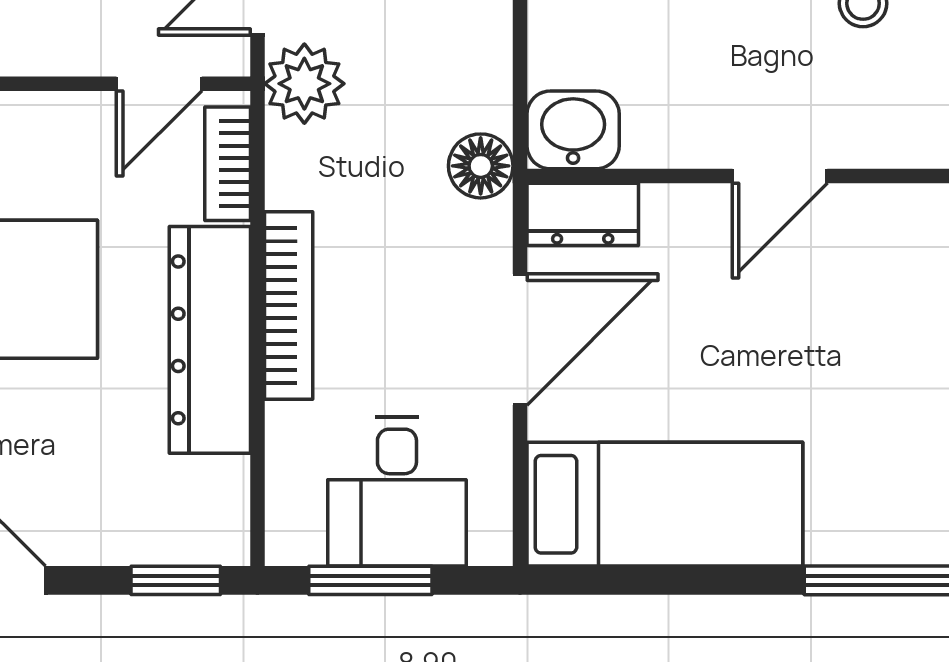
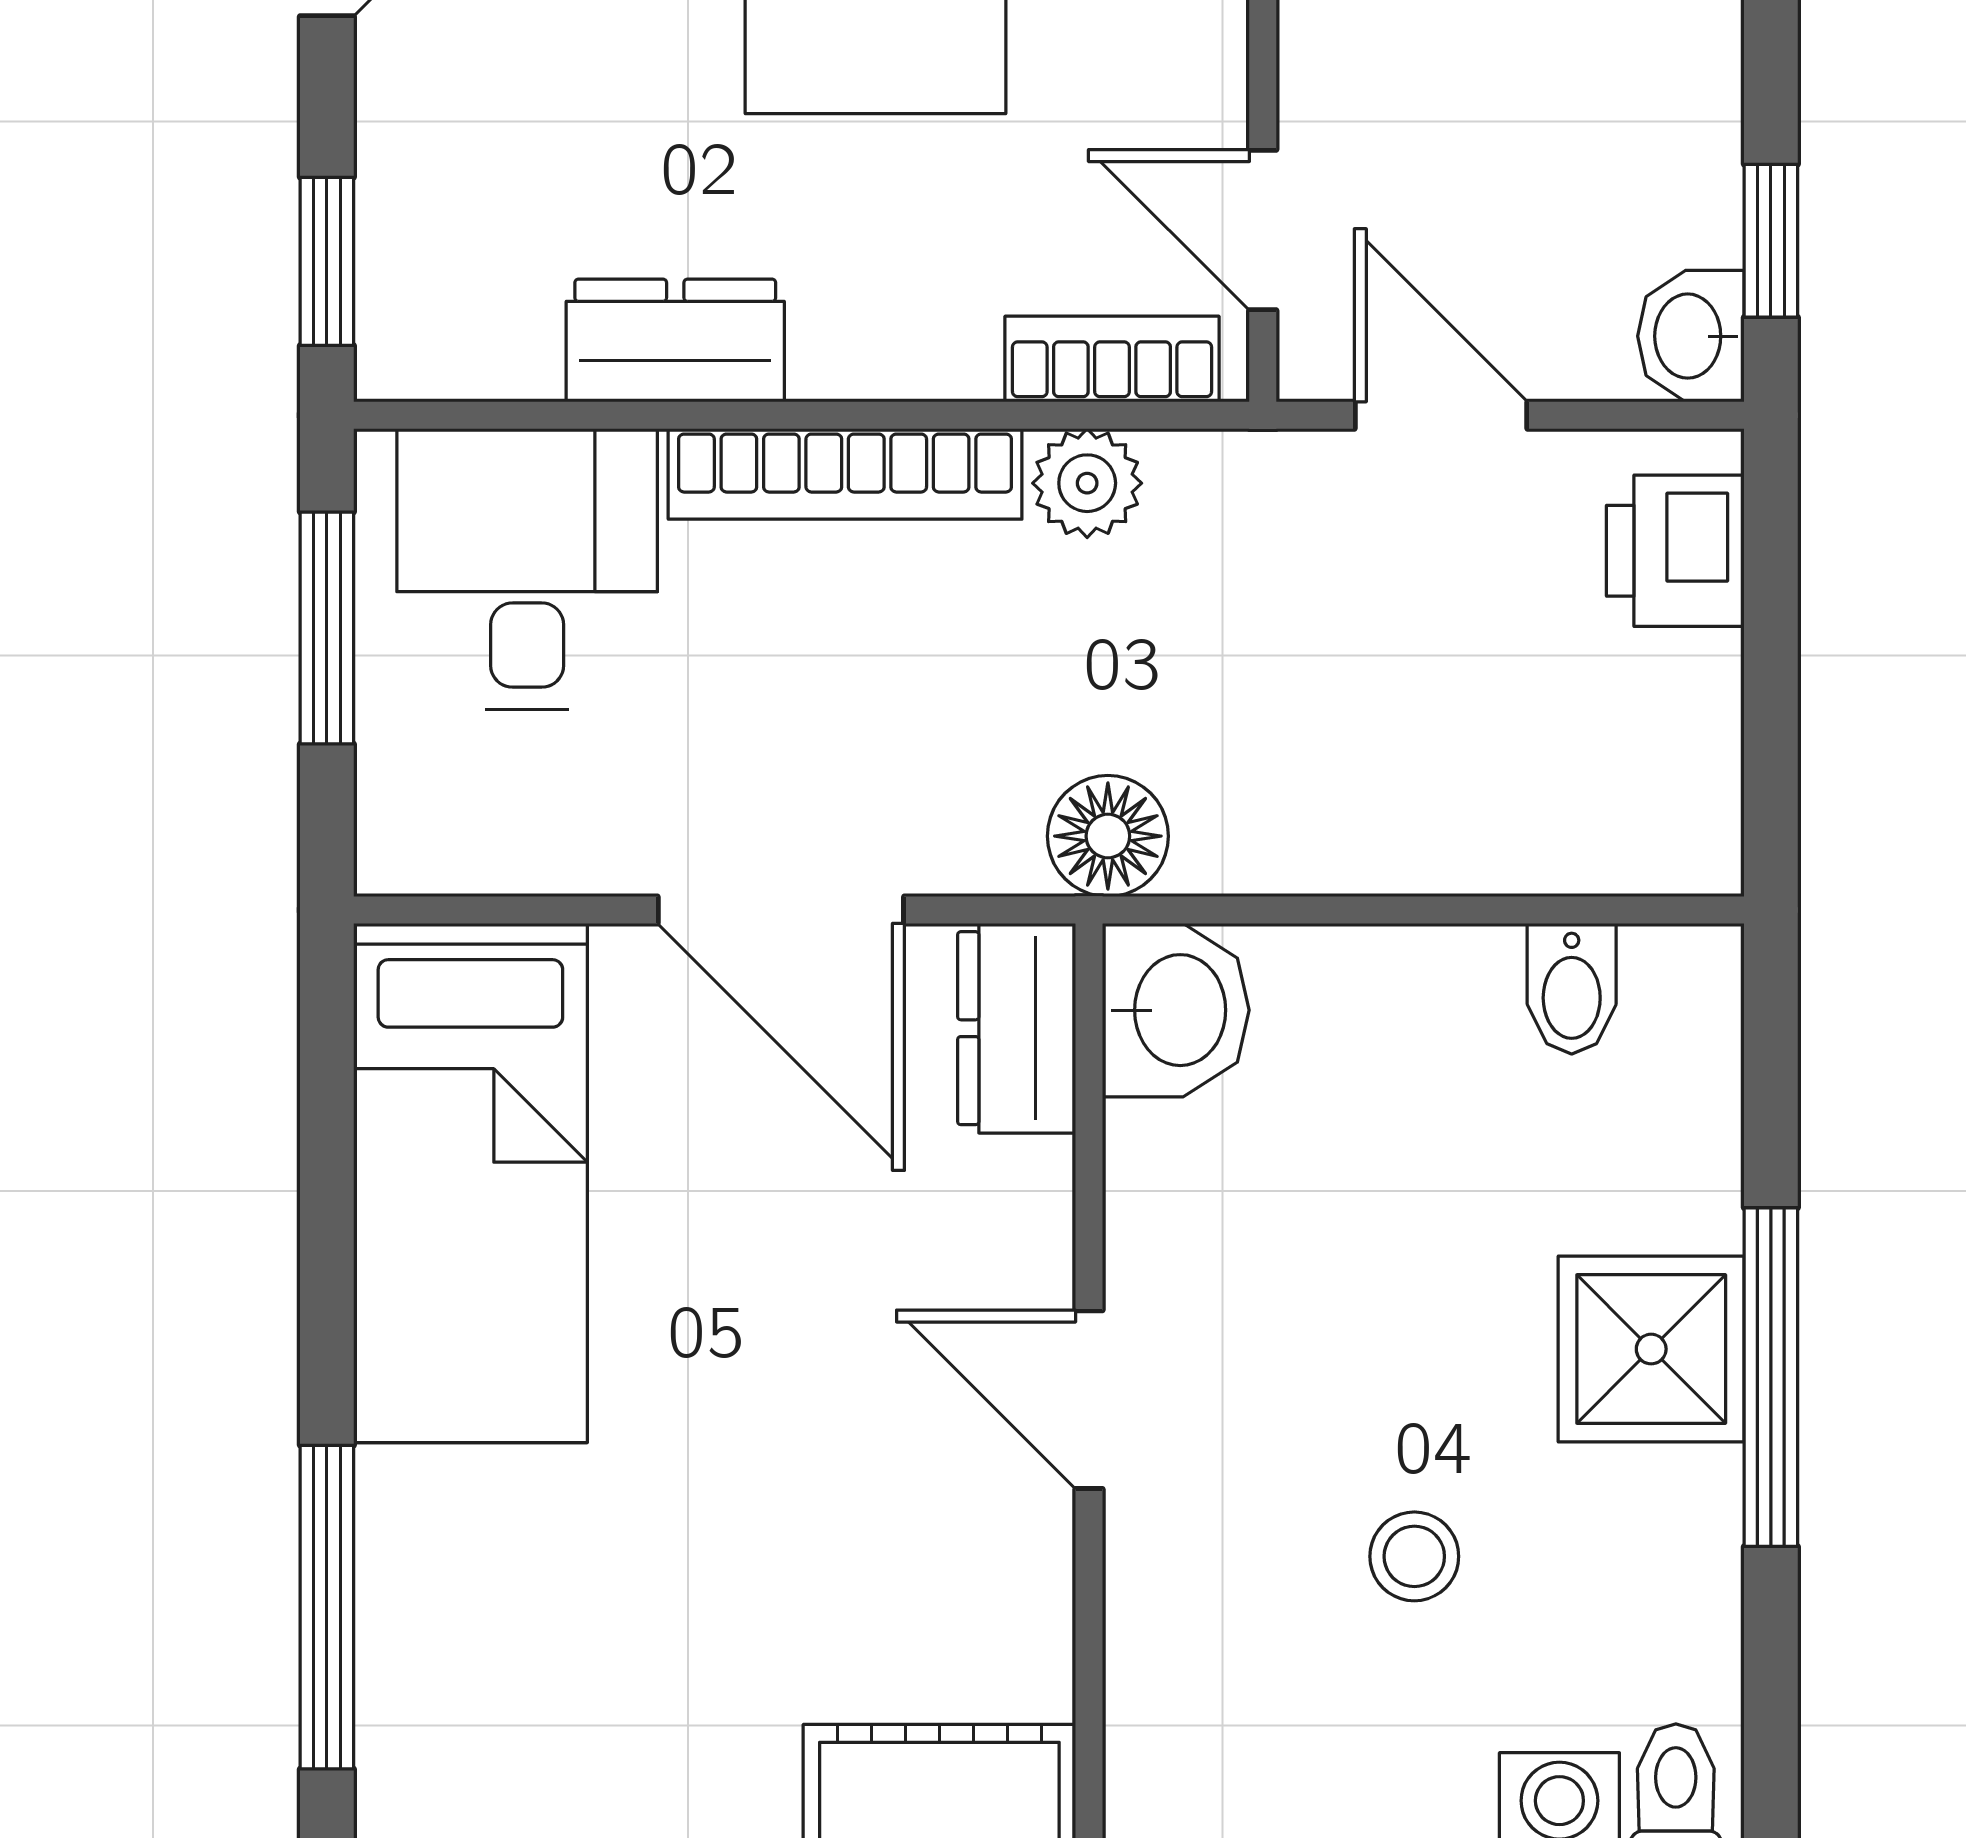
plant: (304, 84) -> (1087, 483), moved, width x0.73, depth x0.73
dresser: (210, 340) -> (675, 341), width x0.51, depth x0.80
desk: (397, 492) -> (527, 569), moved, turned 90

